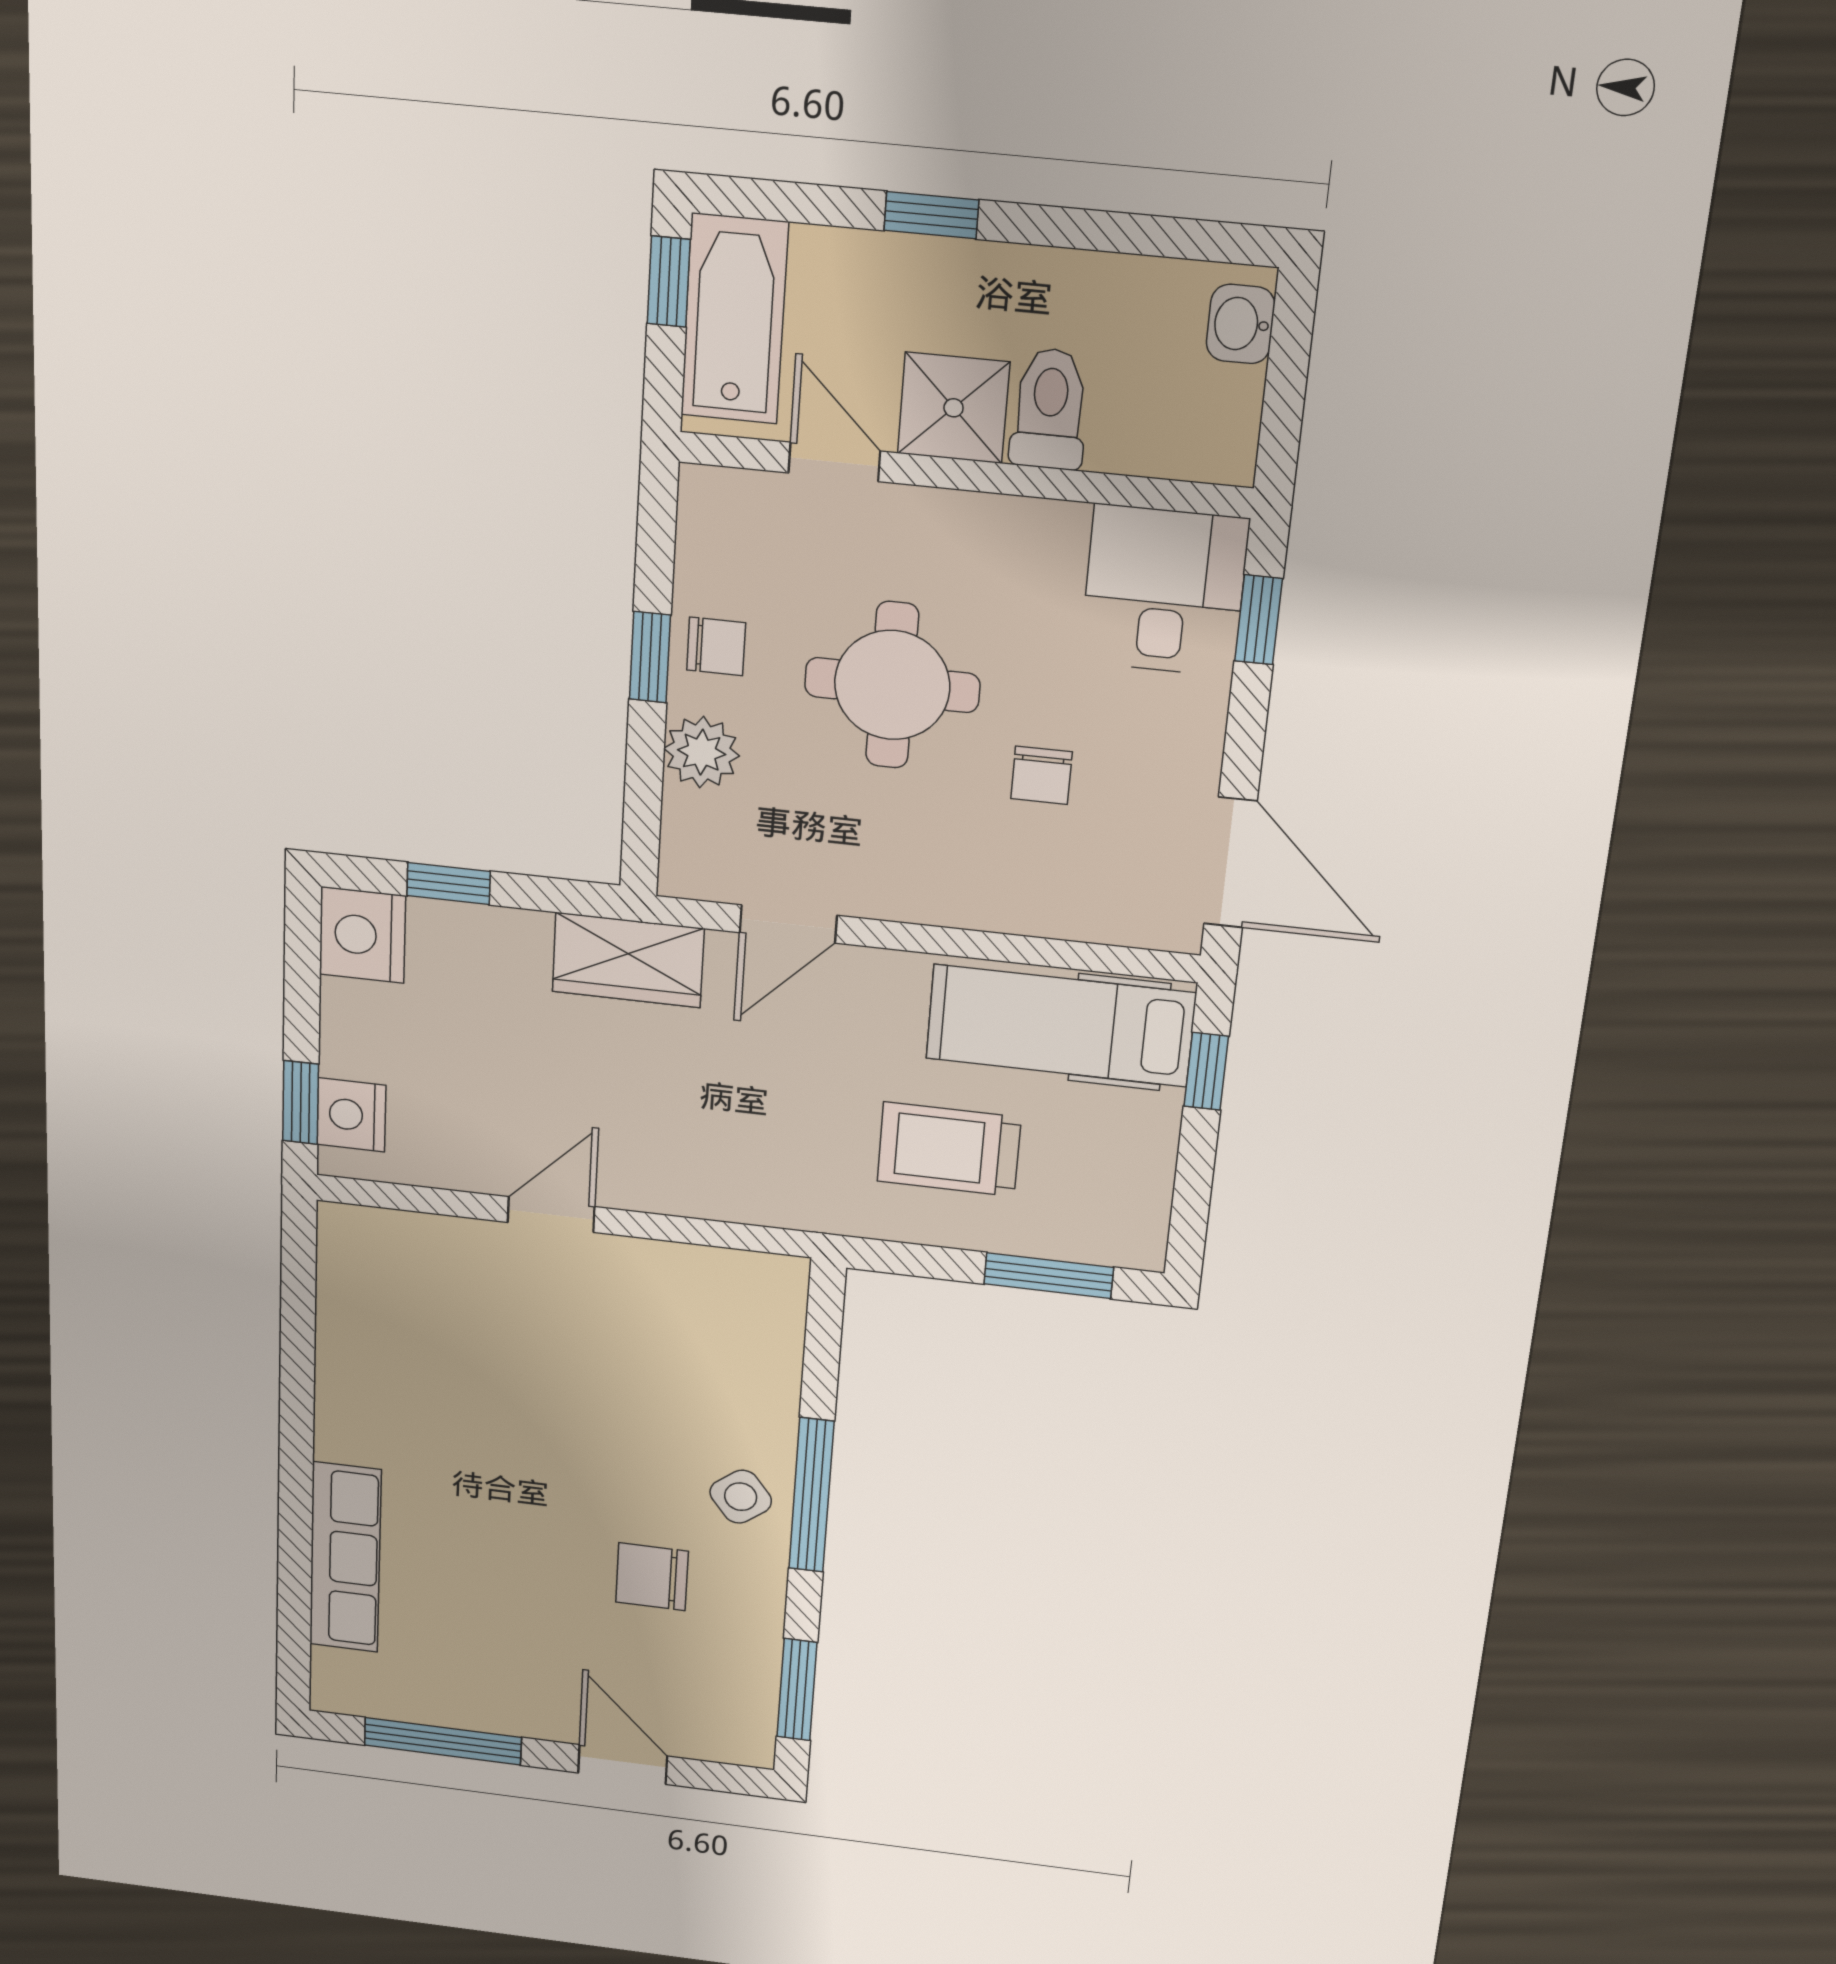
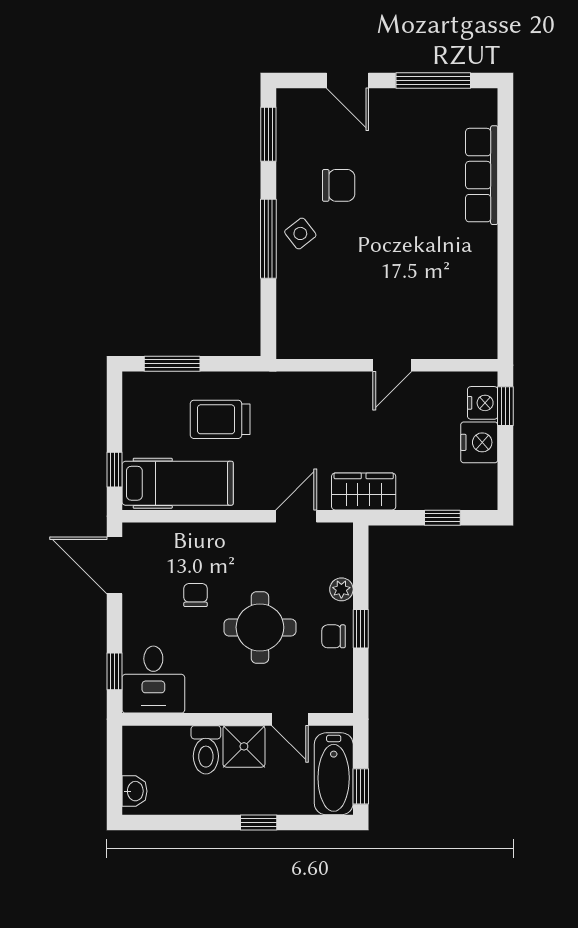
plant: (702, 752) -> (341, 589), width x0.73, depth x0.73
nightstand: (362, 935) -> (479, 442), moved
trolley: (949, 1149) -> (220, 419), turned 180

